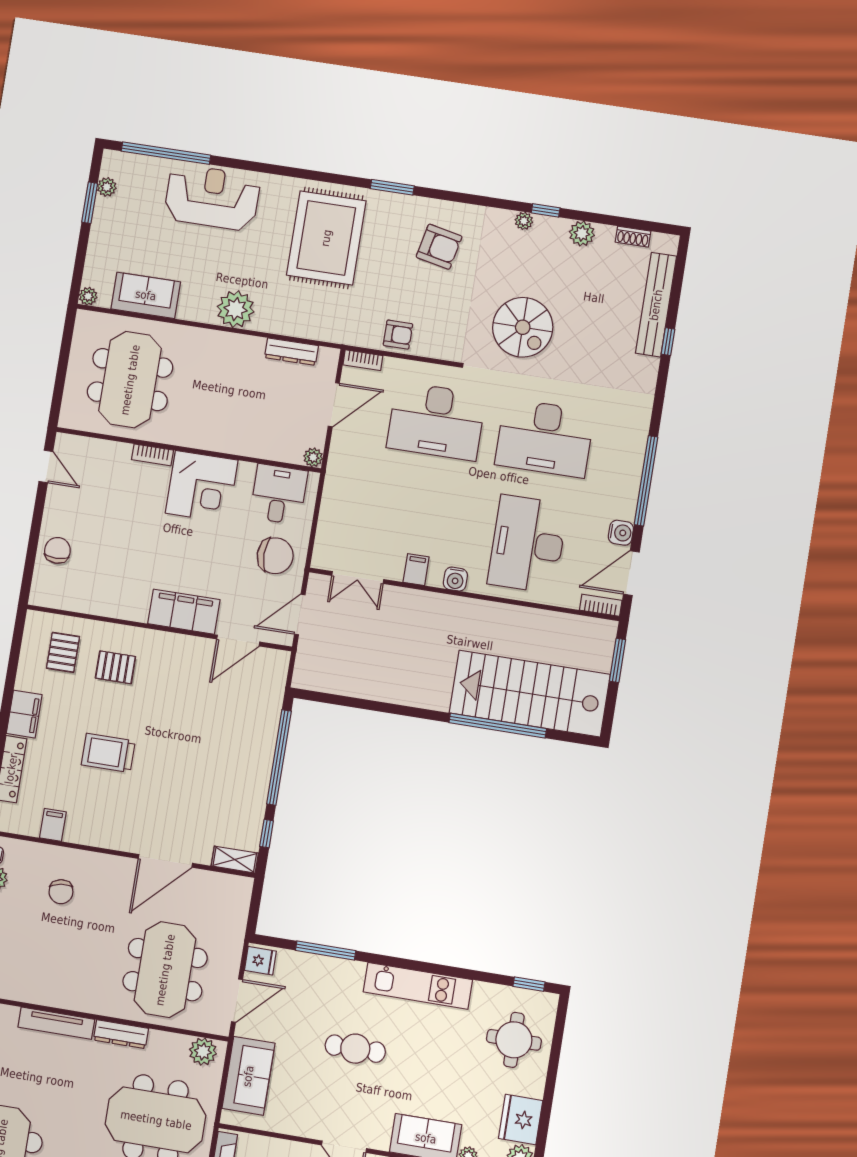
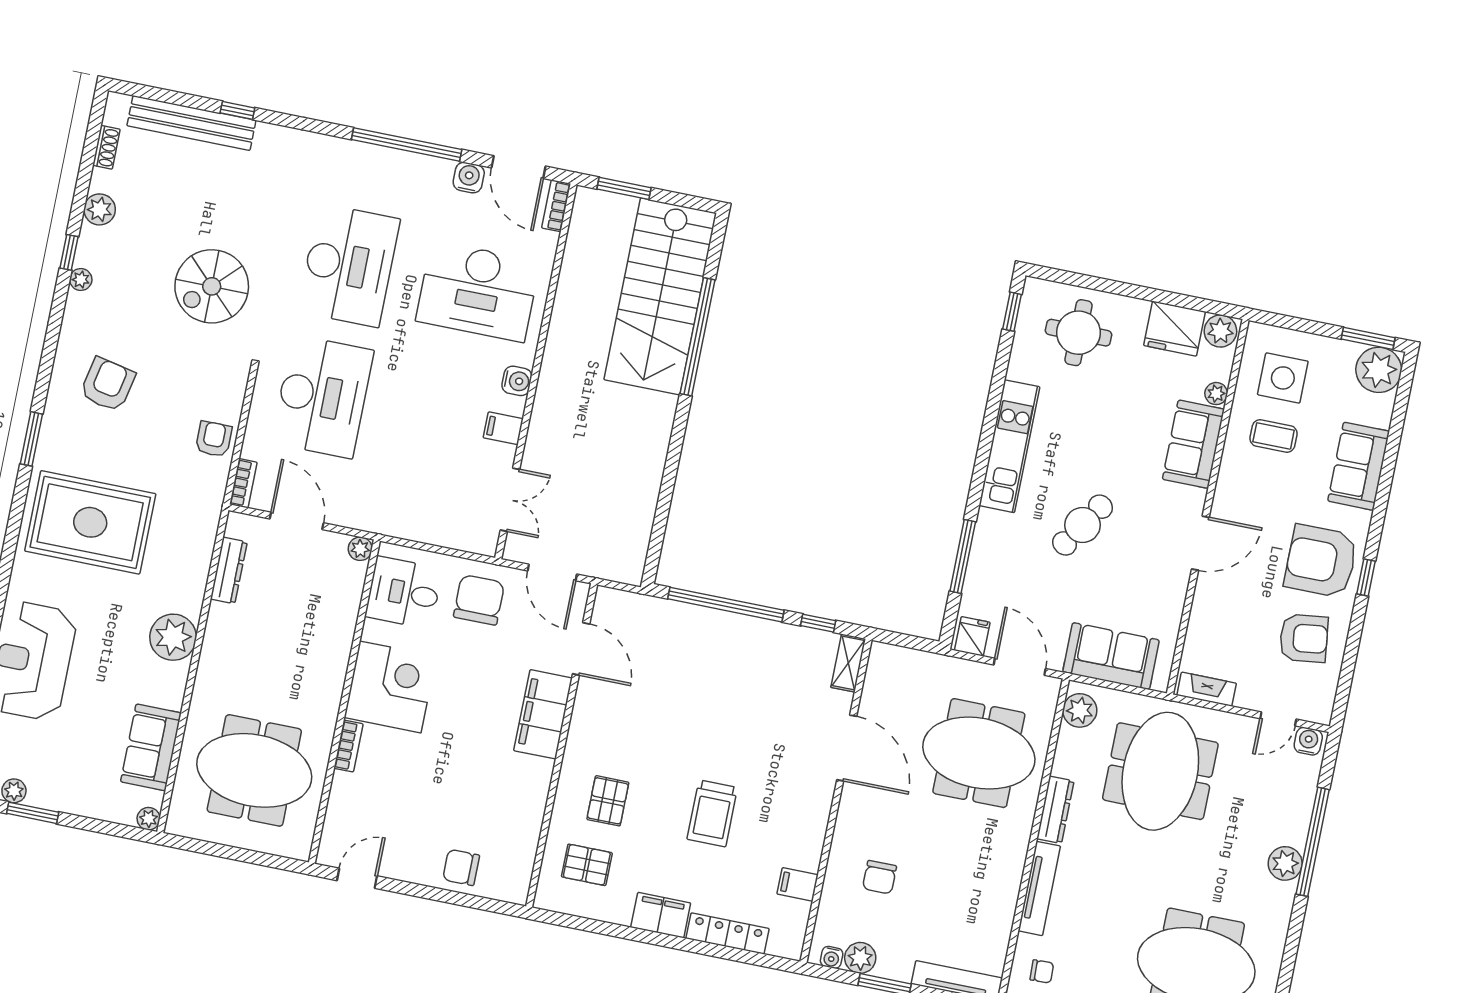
spiral stairs: (523, 327) -> (212, 286), turned 180
chair: (61, 892) -> (880, 877), turned 99
cafe table: (355, 1049) -> (1083, 525), turned 33

